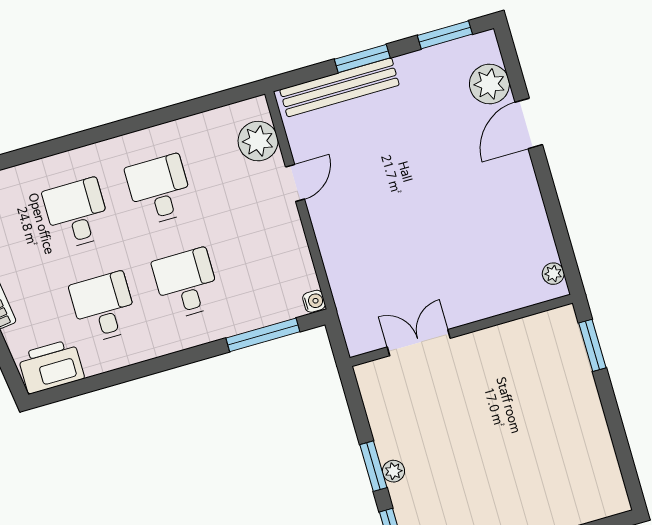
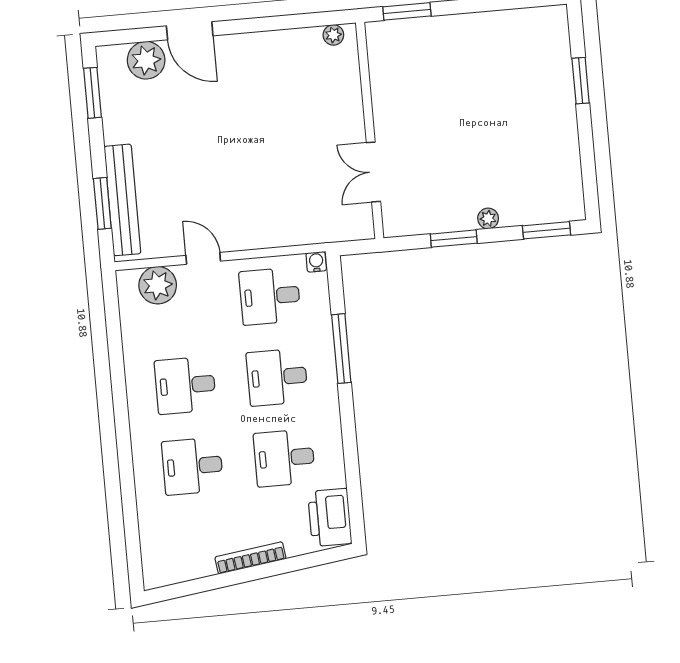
window: (362, 58) -> (102, 203), moved
desk: (269, 260) -> (270, 296), added
window: (263, 335) -> (341, 349), moved
window: (373, 466) -> (454, 239), moved

